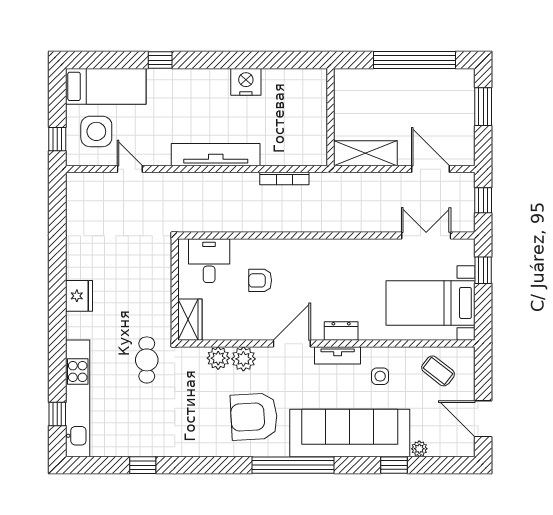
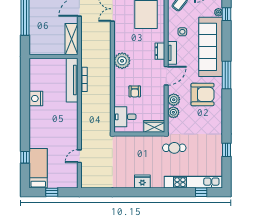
window: (160, 60) -> (25, 157), moved
side table: (96, 131) -> (61, 173), removed
window: (57, 139) -> (52, 192), moved
tv unit: (216, 155) -> (72, 80), moved
plant: (322, 255) -> (122, 61), added
door: (292, 344) -> (166, 76), swing flipped
armchair: (254, 417) -> (203, 94), turned -87
window: (293, 465) -> (227, 75), width x0.68
window: (394, 465) -> (227, 14), moved

